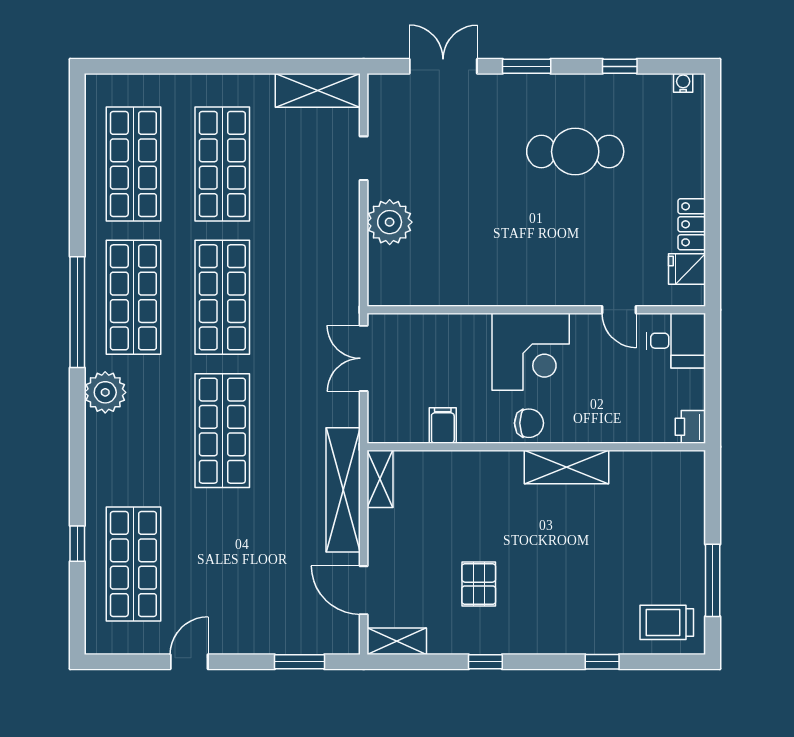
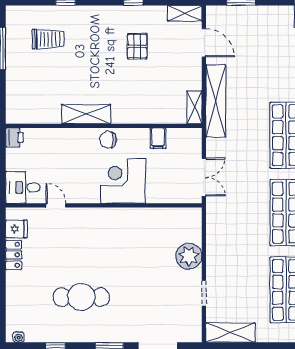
corner desk: (531, 352) -> (123, 181), moved
trolley: (667, 622) -> (48, 39), moved

